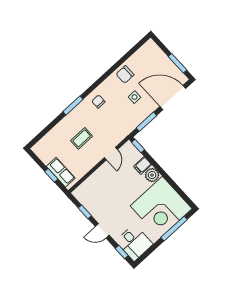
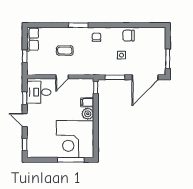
door: (173, 97) -> (145, 77), swing flipped
door: (111, 154) -> (62, 77), moved
row of seats: (61, 172) -> (33, 39), moved
desk: (134, 243) -> (39, 92), moved, turned 90

